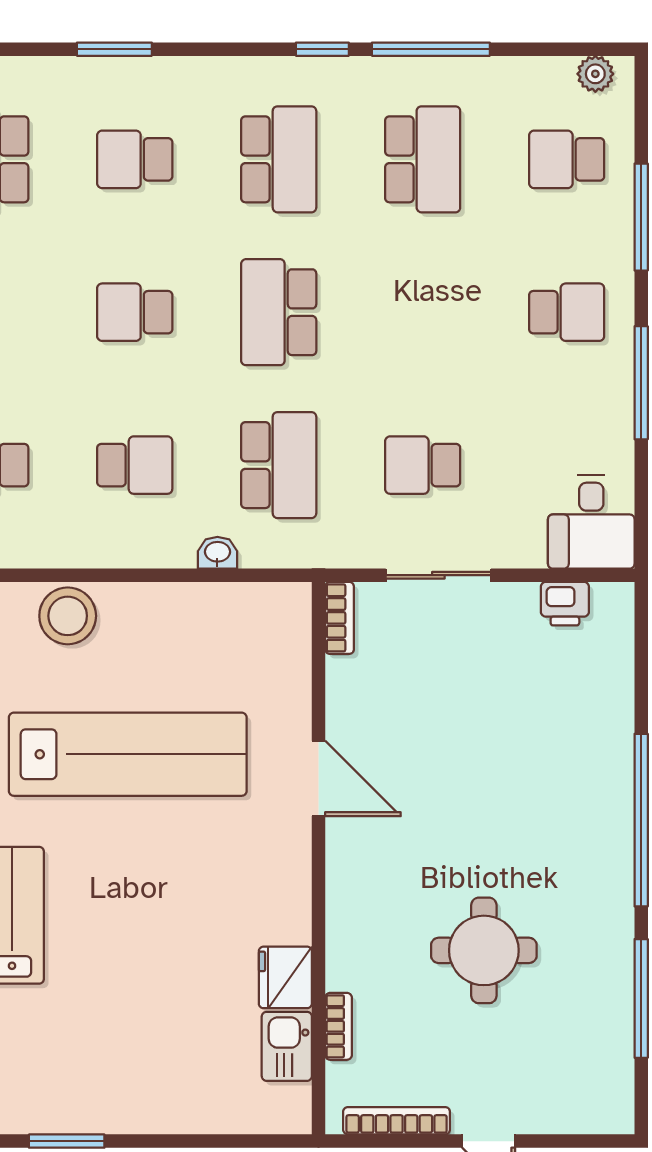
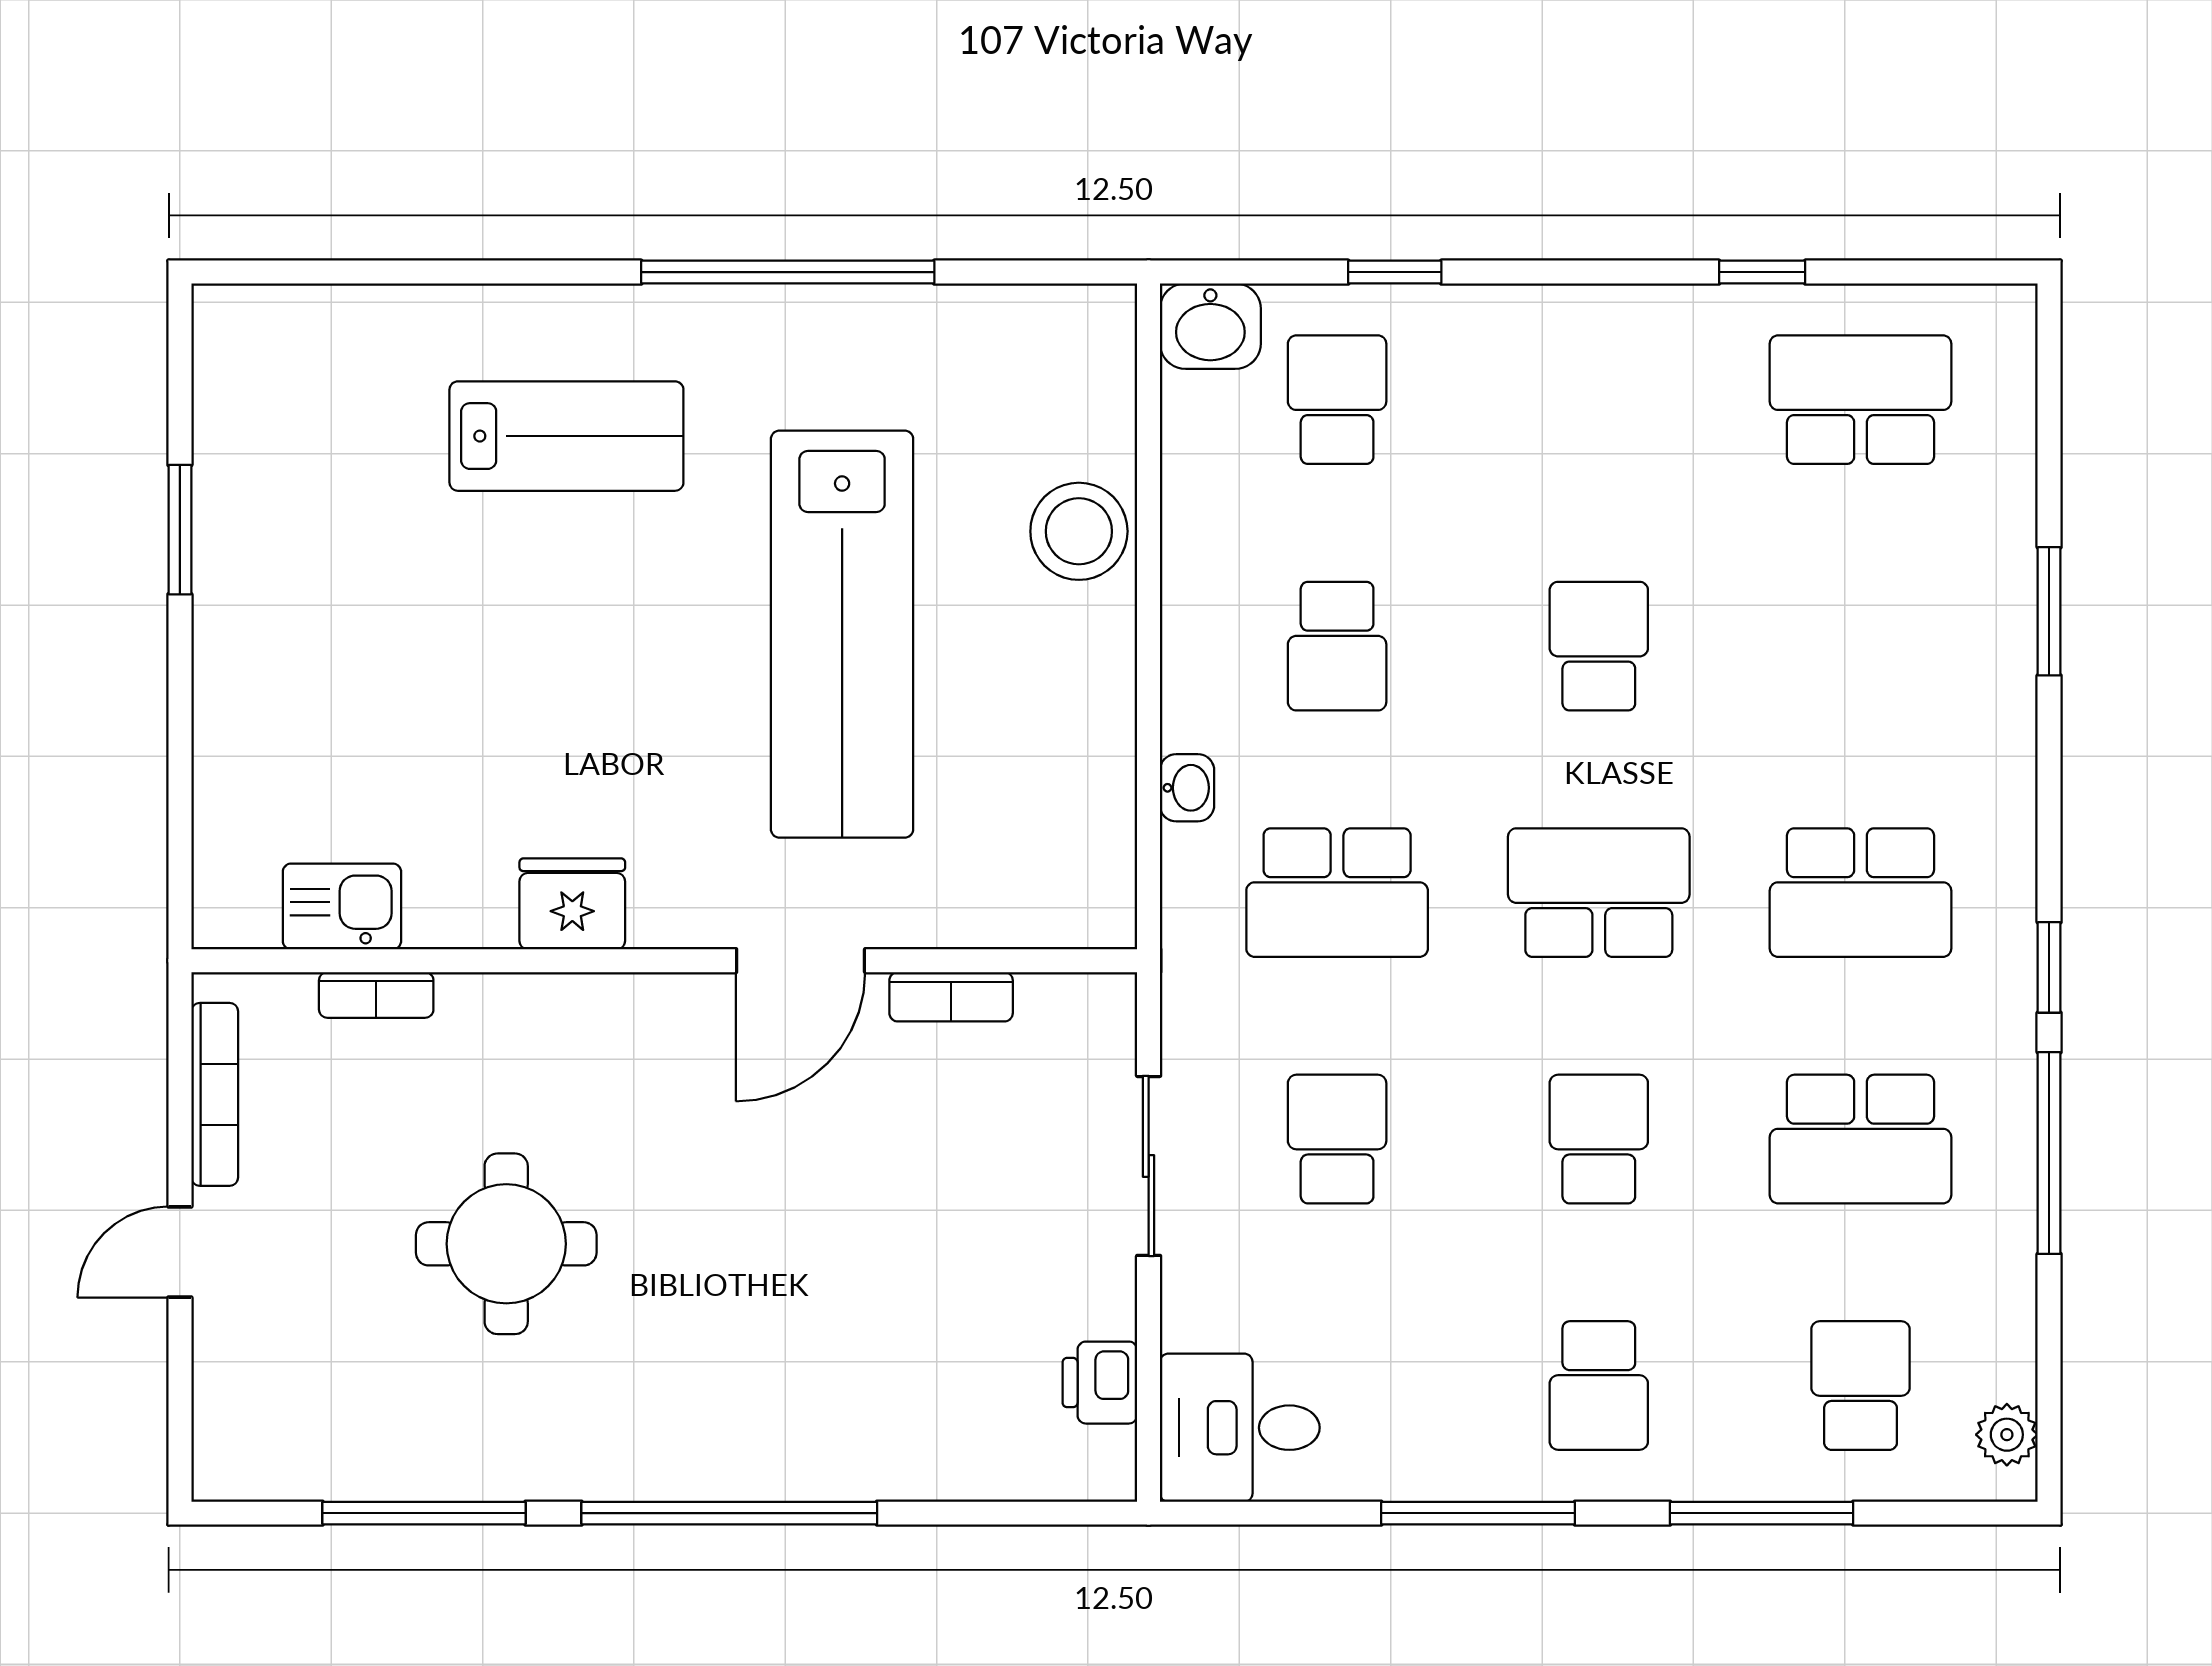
school desk: (135, 159) -> (1599, 1139), moved
bookcase: (340, 618) -> (951, 997), moved
fridge: (285, 977) -> (572, 904), moved

